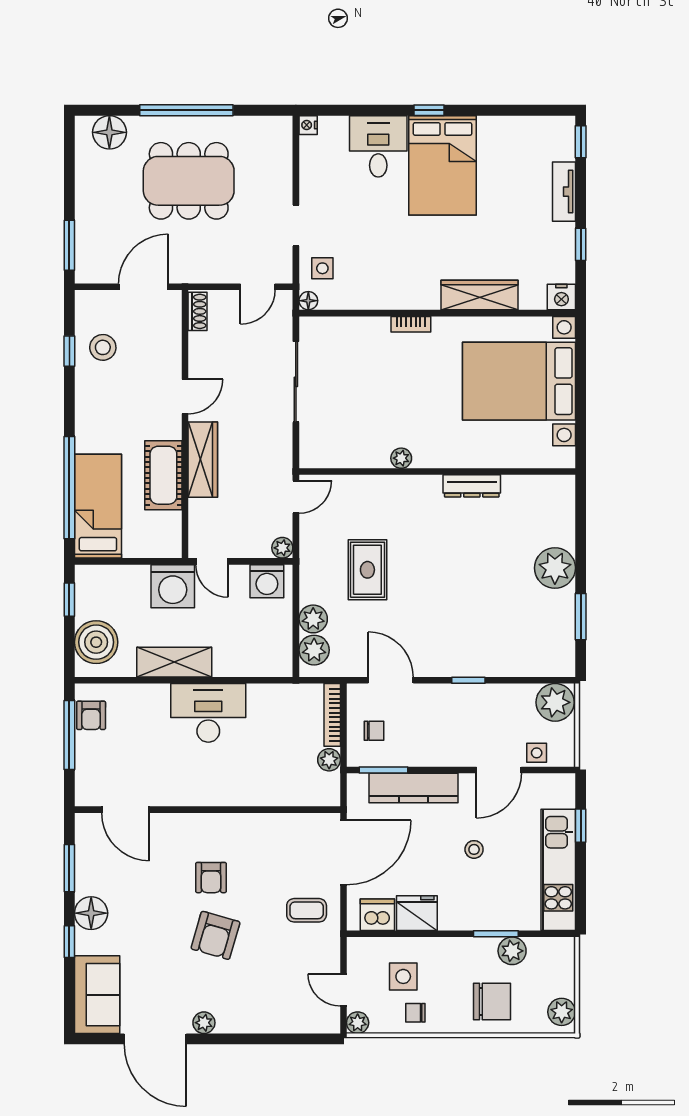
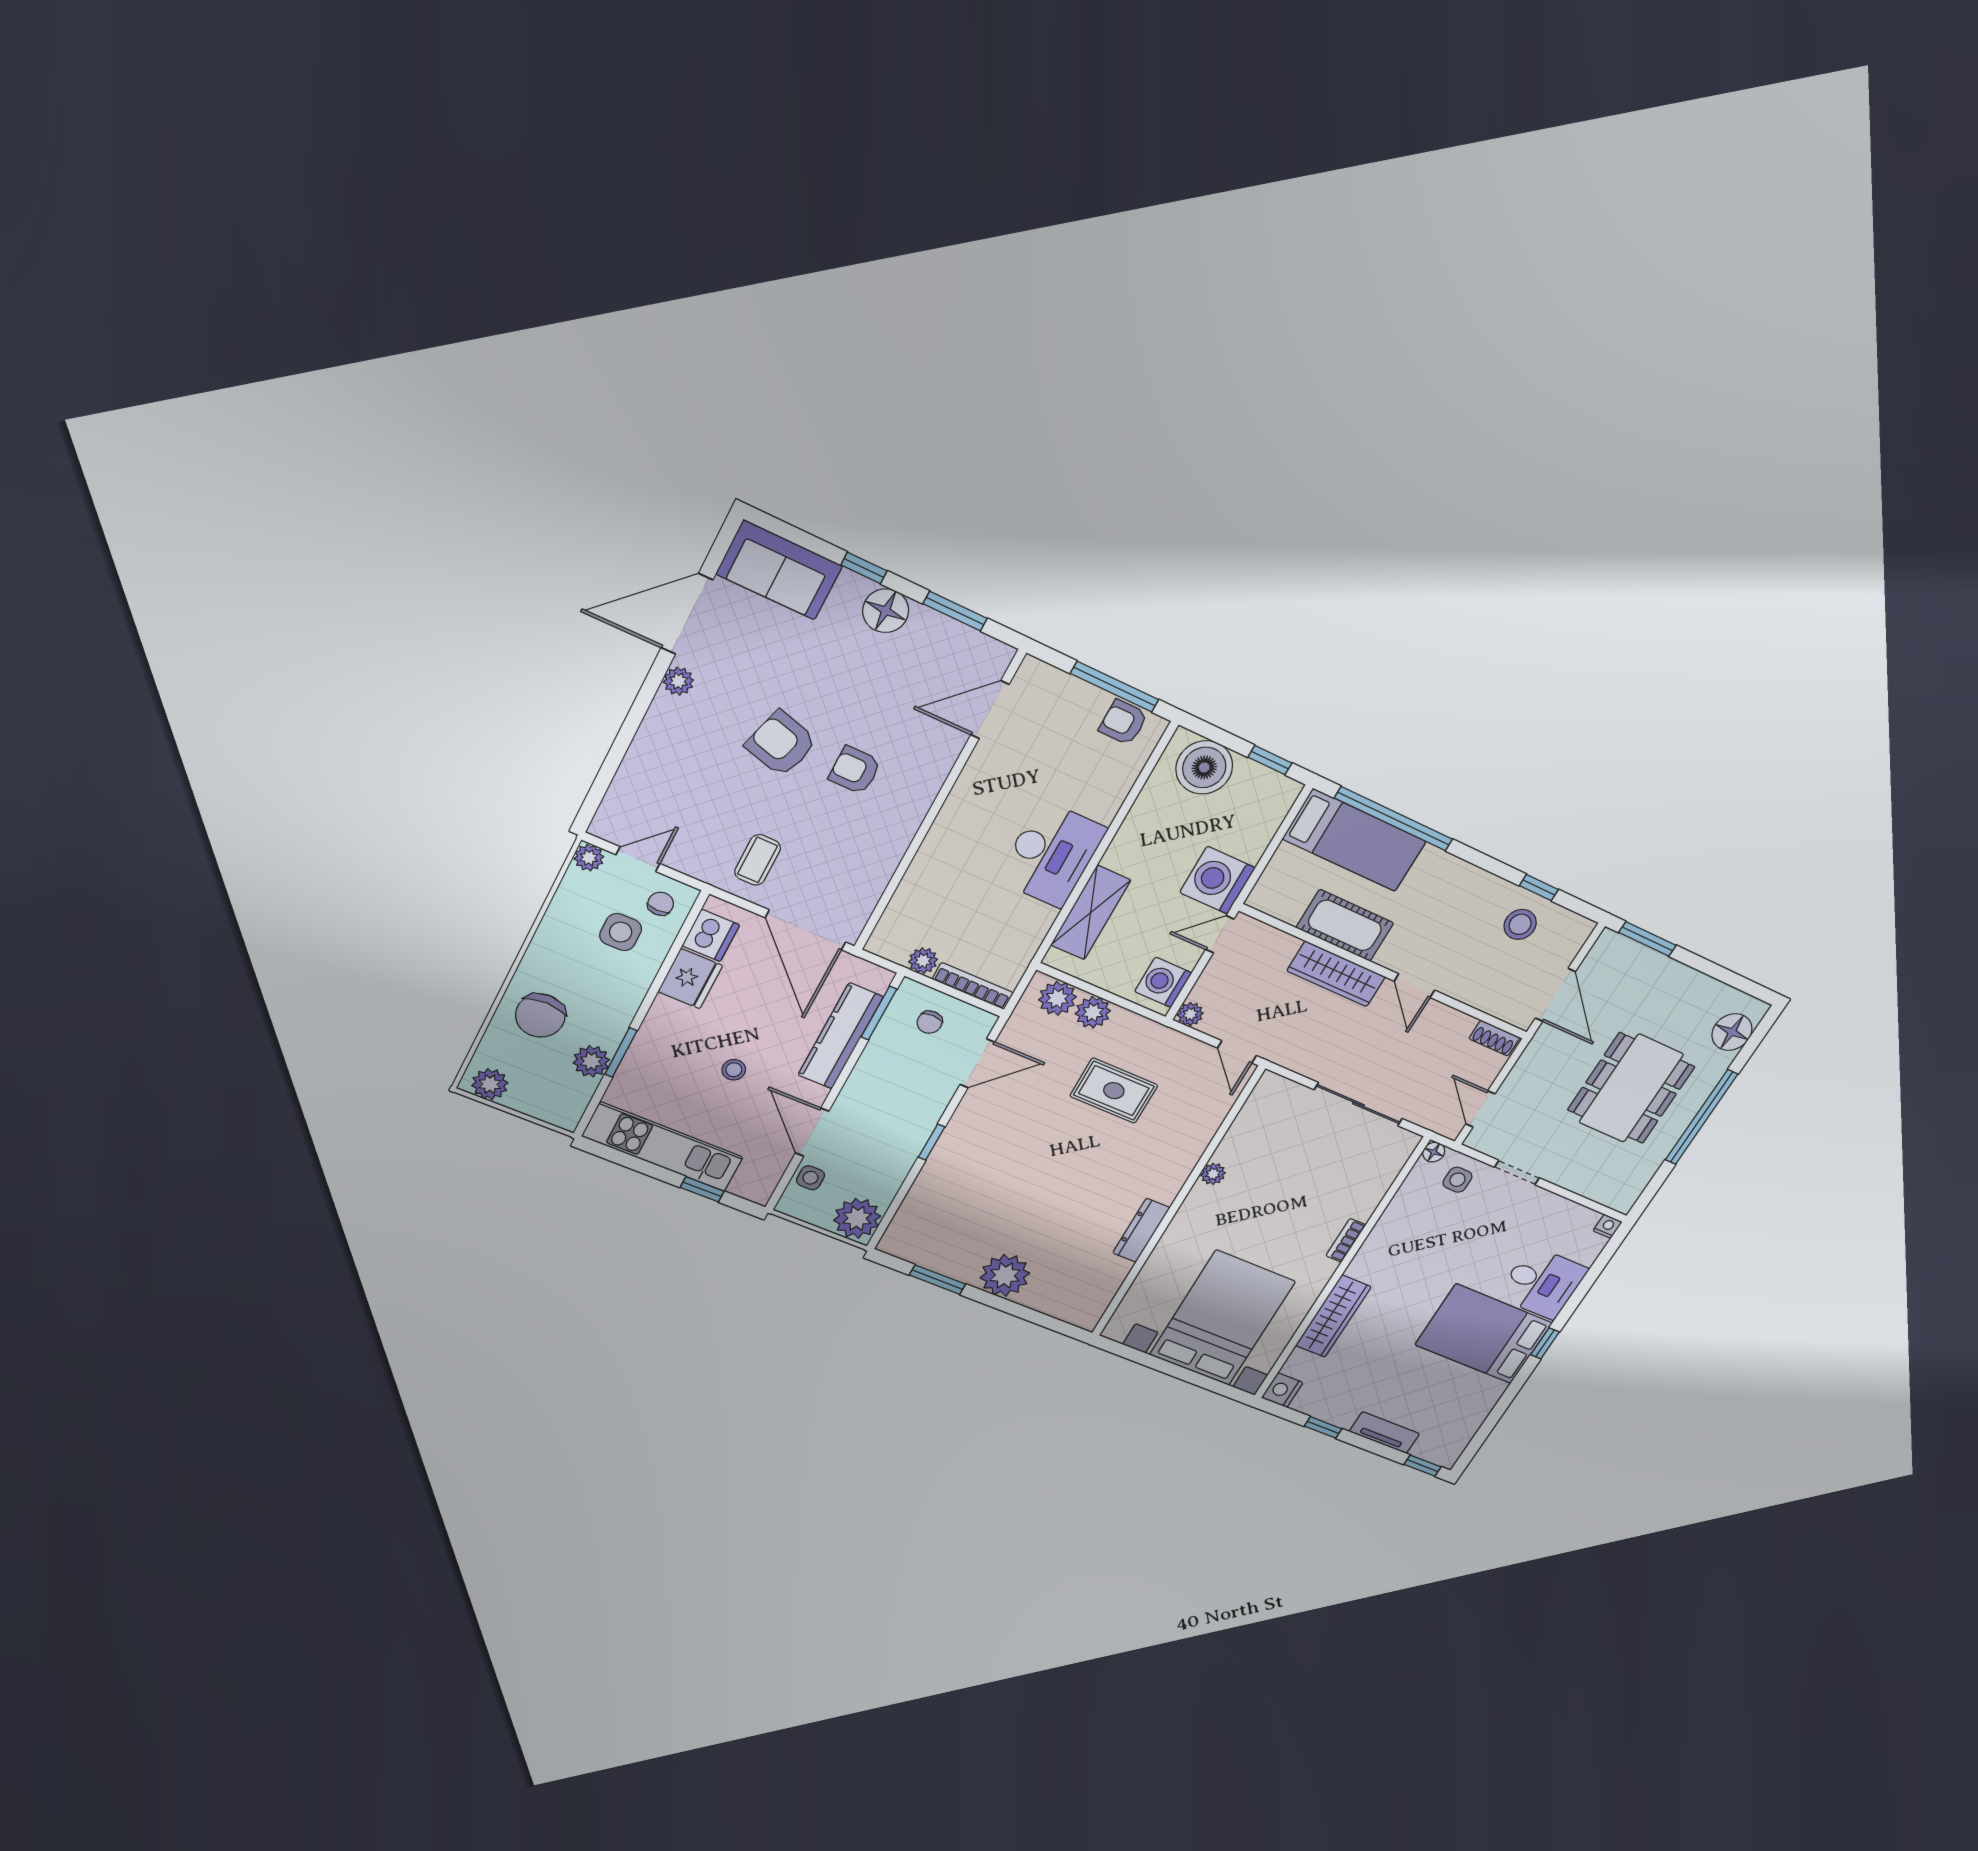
shelving: (174, 662) -> (1091, 913), moved
chair: (415, 1013) -> (661, 904), moved

